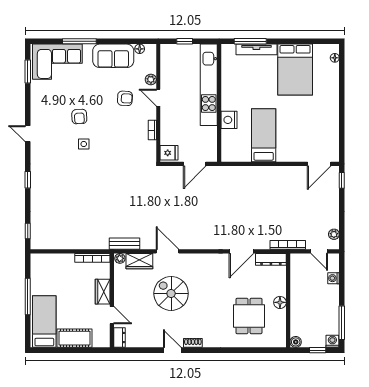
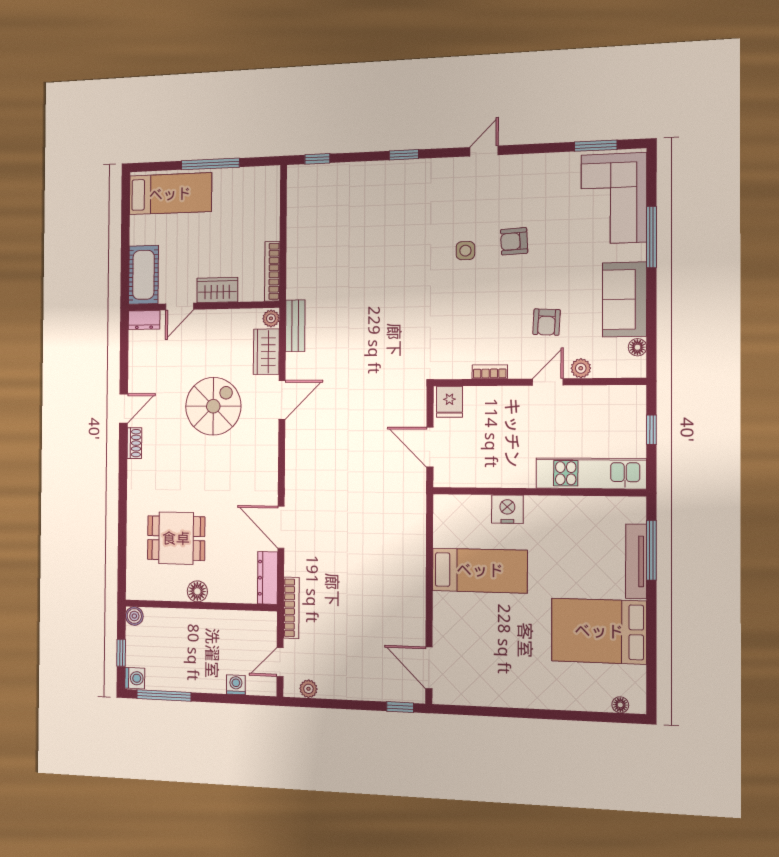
kitchen unit: (209, 85) -> (591, 473), width x0.73
cot: (75, 338) -> (143, 275), moved

